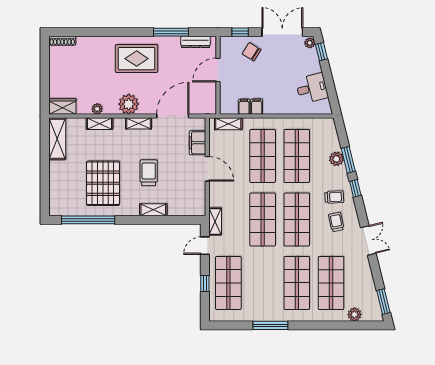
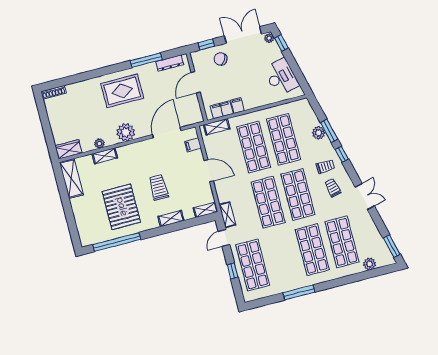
desk: (312, 88) -> (281, 77), width x1.37
filing cabinet: (244, 107) -> (222, 110), width x2.00
shelving: (138, 123) -> (206, 210), moved
filing cabinet: (198, 143) -> (193, 145), width x0.50

